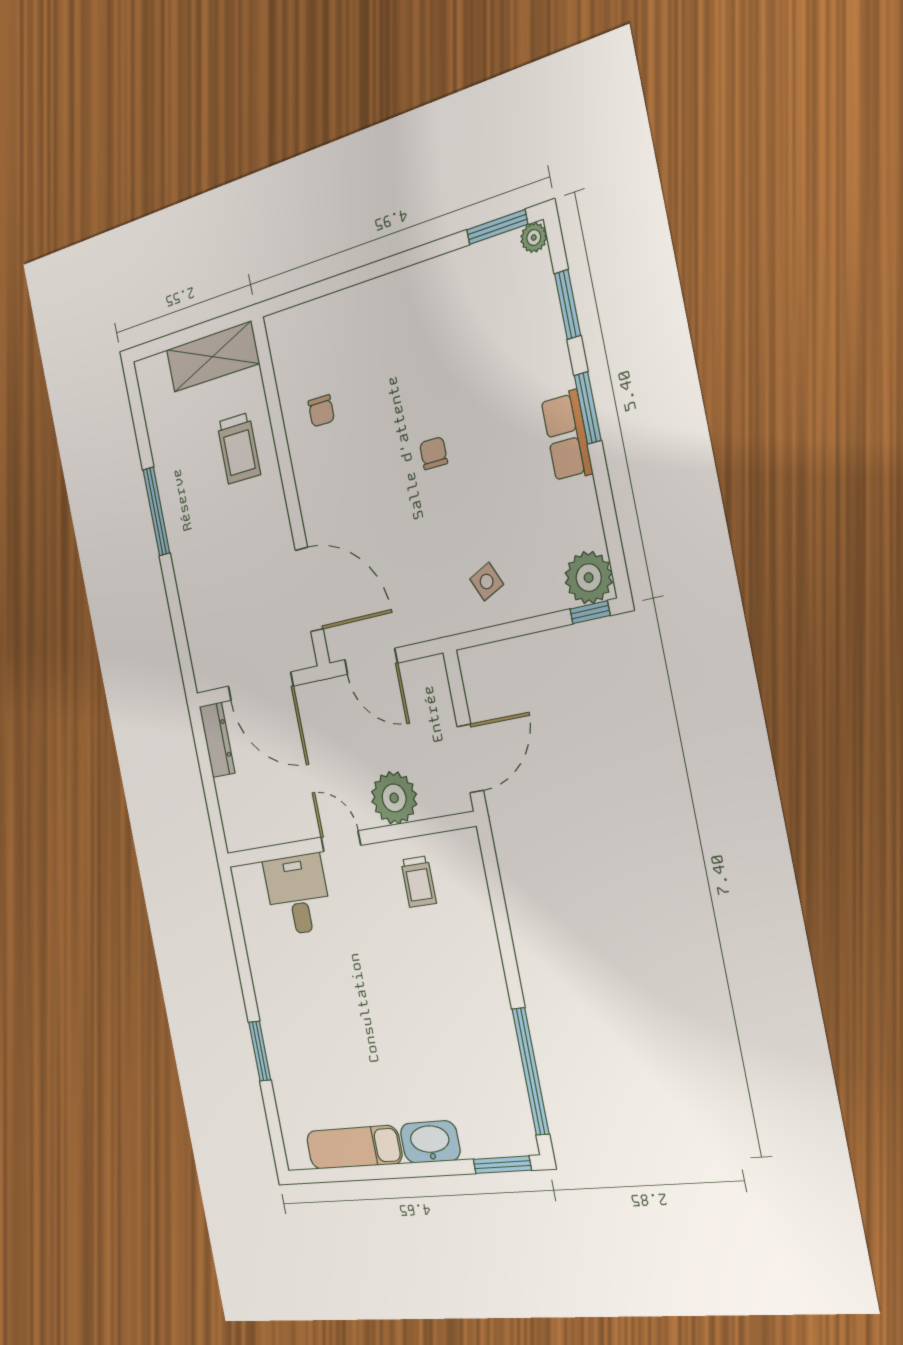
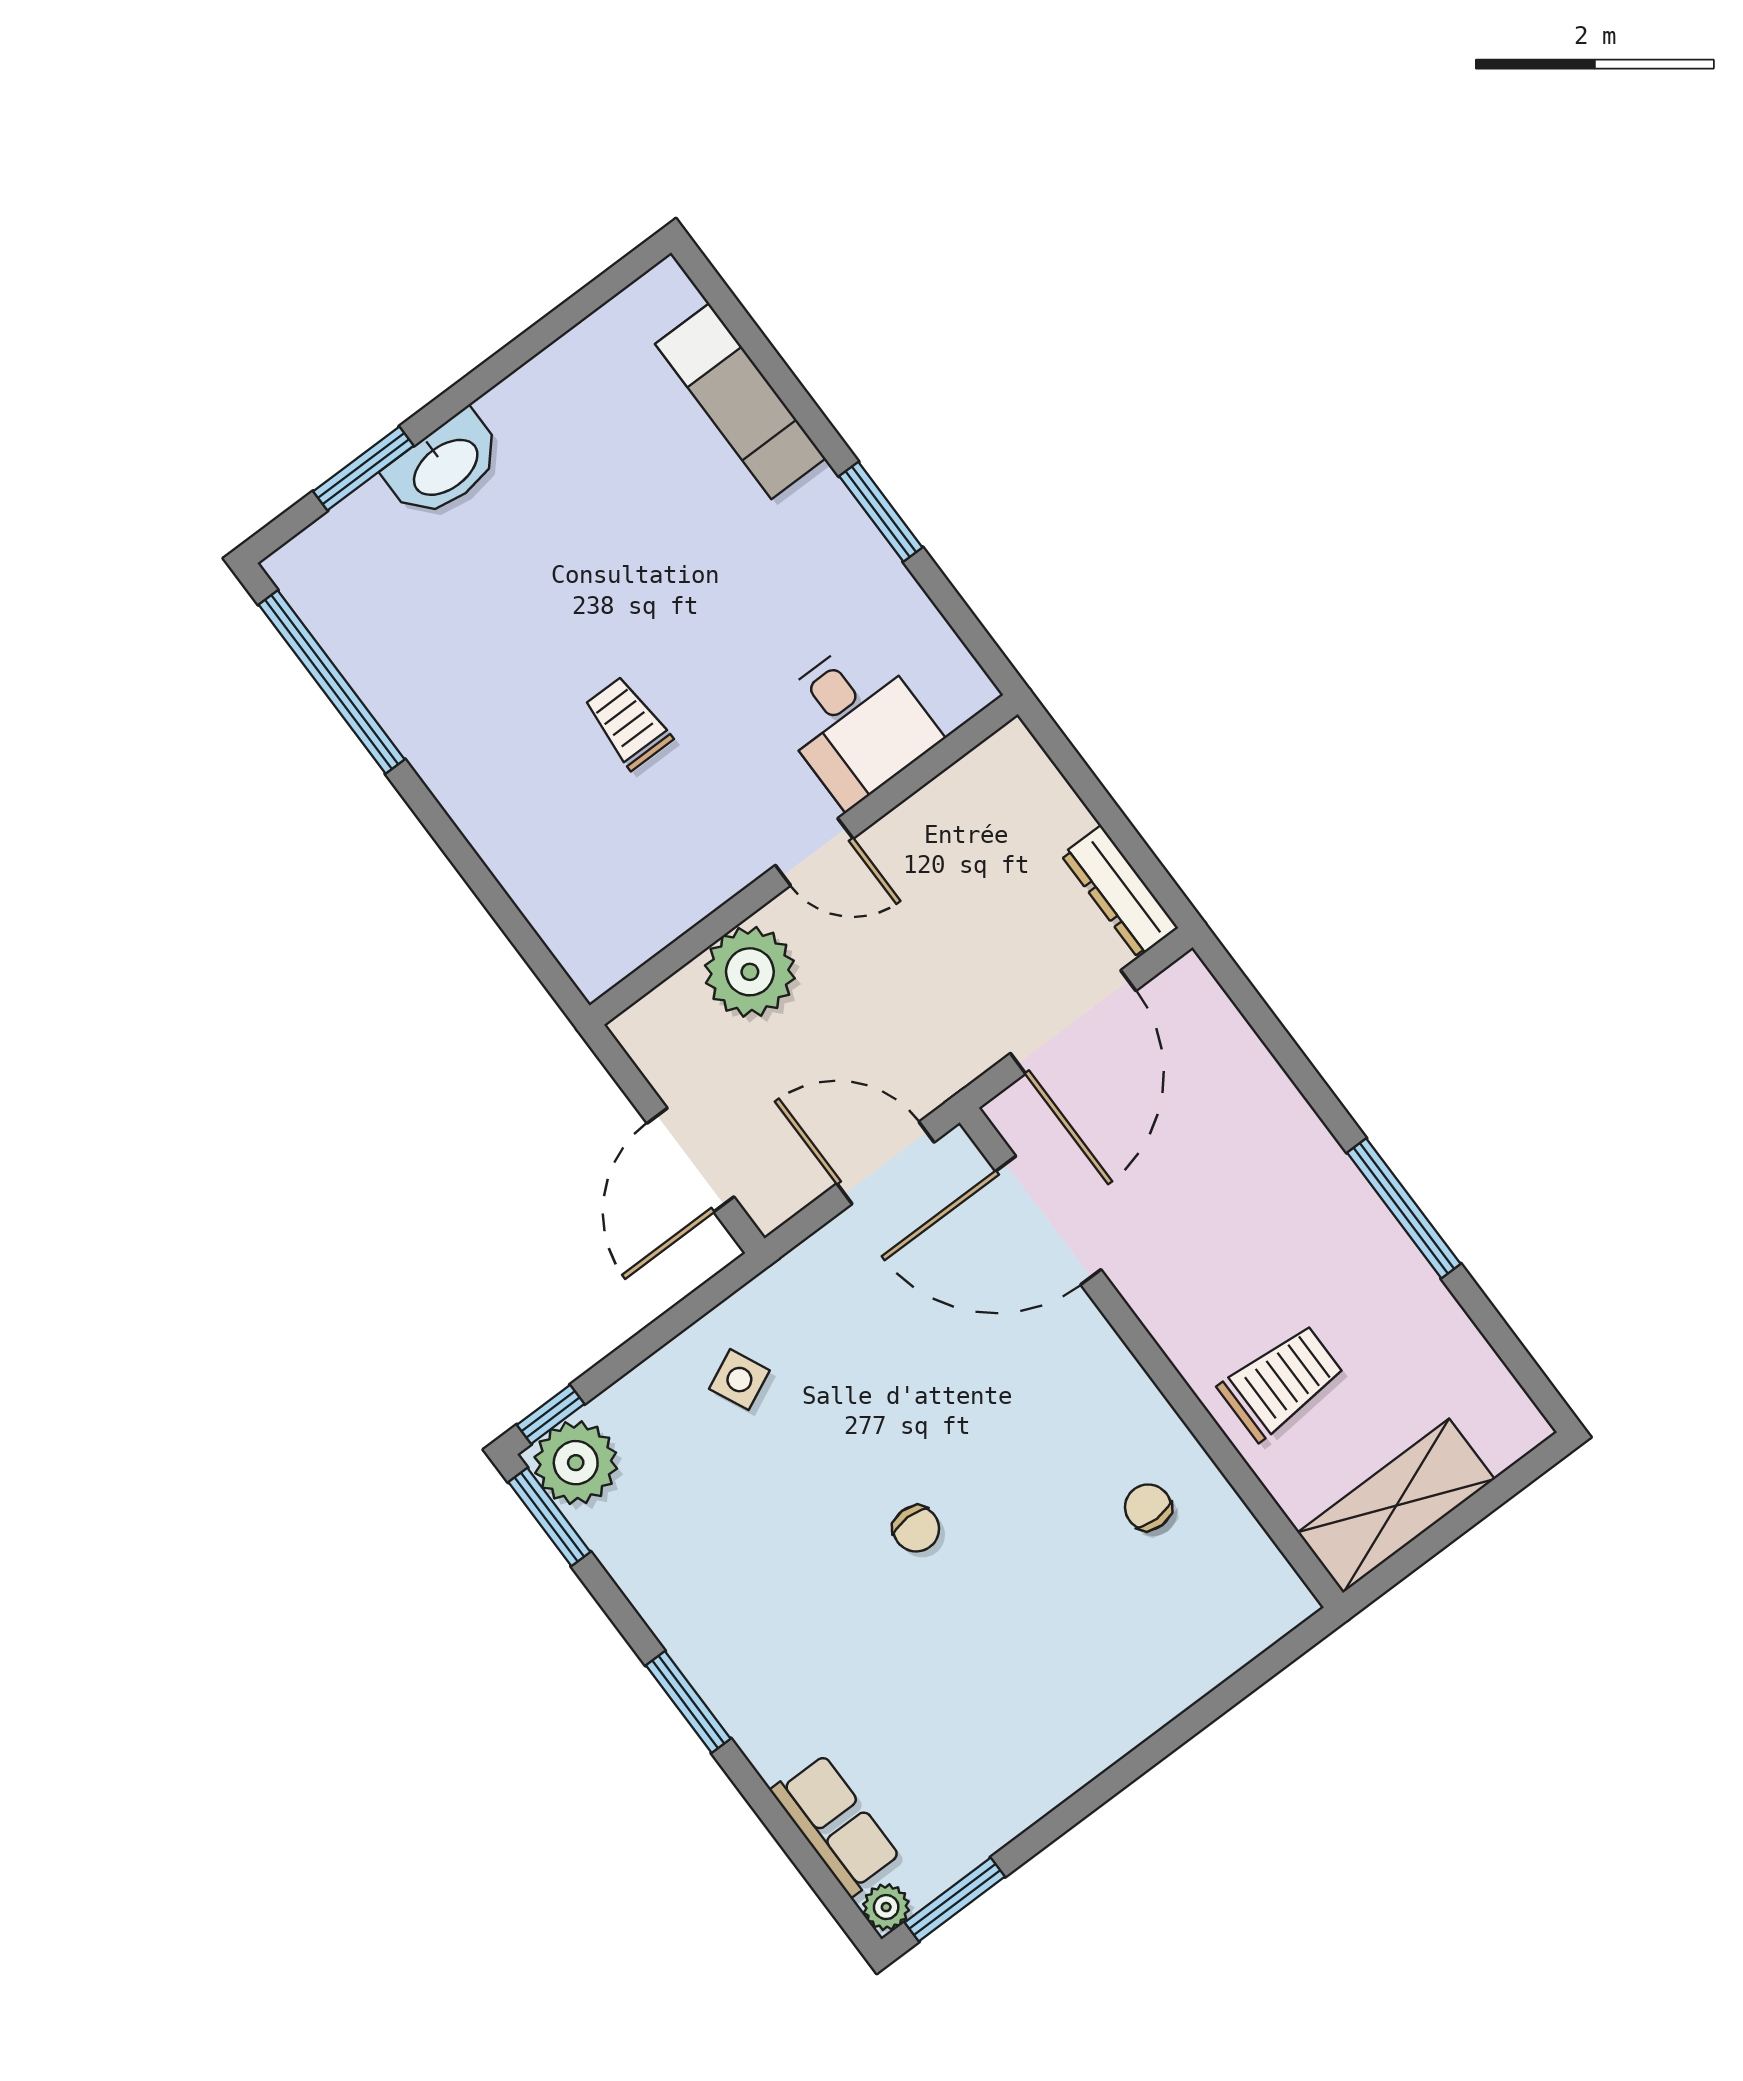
window: (568, 304) -> (549, 1517), moved
row of seats: (567, 436) -> (836, 1825), moved
trolley: (239, 448) -> (1281, 1382), turned 90
door: (261, 686) -> (1073, 1022), swing flipped
door: (470, 758) -> (690, 1160), moved
trolley: (418, 882) -> (628, 723), moved
window: (260, 1051) -> (881, 512), moved
exam couch: (354, 1147) -> (740, 401), moved, turned 90
window: (502, 1165) -> (363, 469), moved

